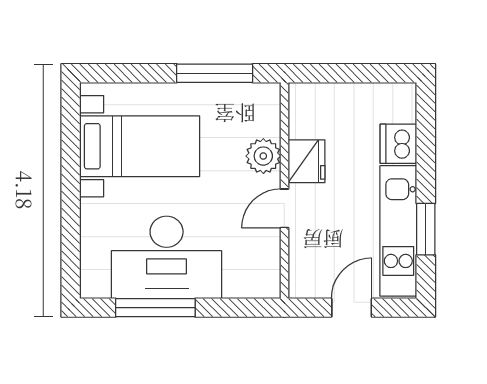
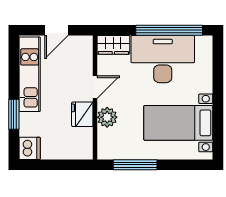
dishwasher: (398, 144) -> (30, 148), moved
window: (426, 229) -> (14, 114), moved
wardrobe: (252, 282) -> (113, 45), added
window: (155, 308) -> (169, 30), width x1.46

